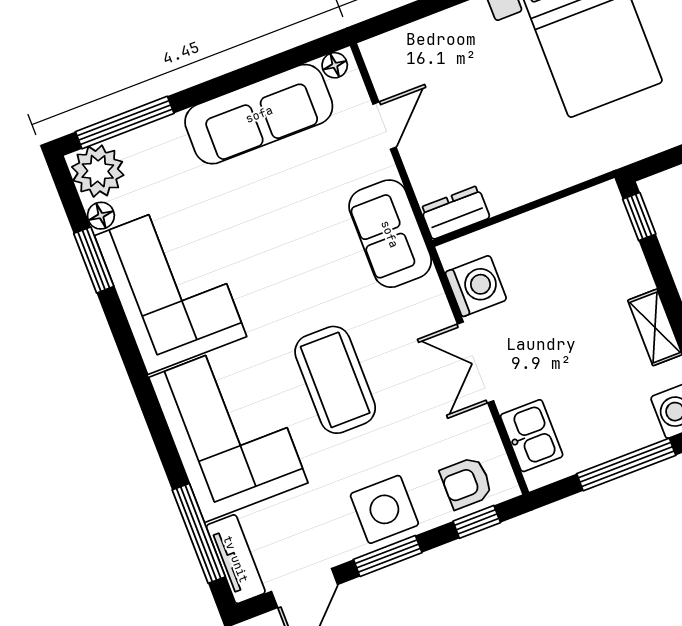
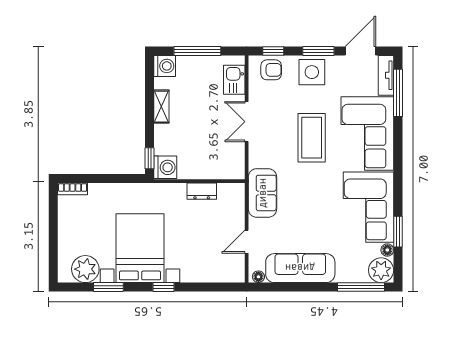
dresser: (455, 213) -> (202, 191), moved
washing machine: (476, 286) -> (165, 167), moved, turned 180
double door: (476, 362) -> (247, 122), swing flipped

